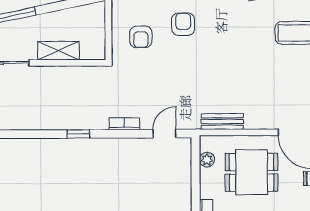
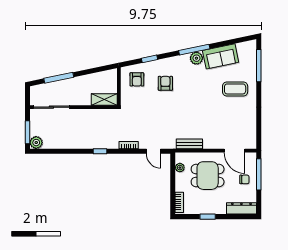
armchair: (141, 37) -> (137, 79), moved
shelving: (58, 51) -> (104, 99), moved
door: (164, 134) -> (154, 151), swing flipped

